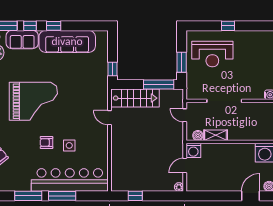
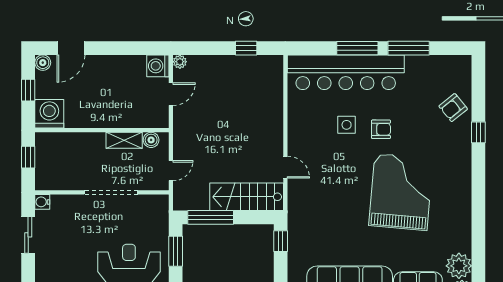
grand piano: (33, 101) -> (401, 192), turned 95
door: (185, 115) -> (171, 171), hinge flipped
washing machine: (193, 150) -> (158, 66), moved, turned -90

